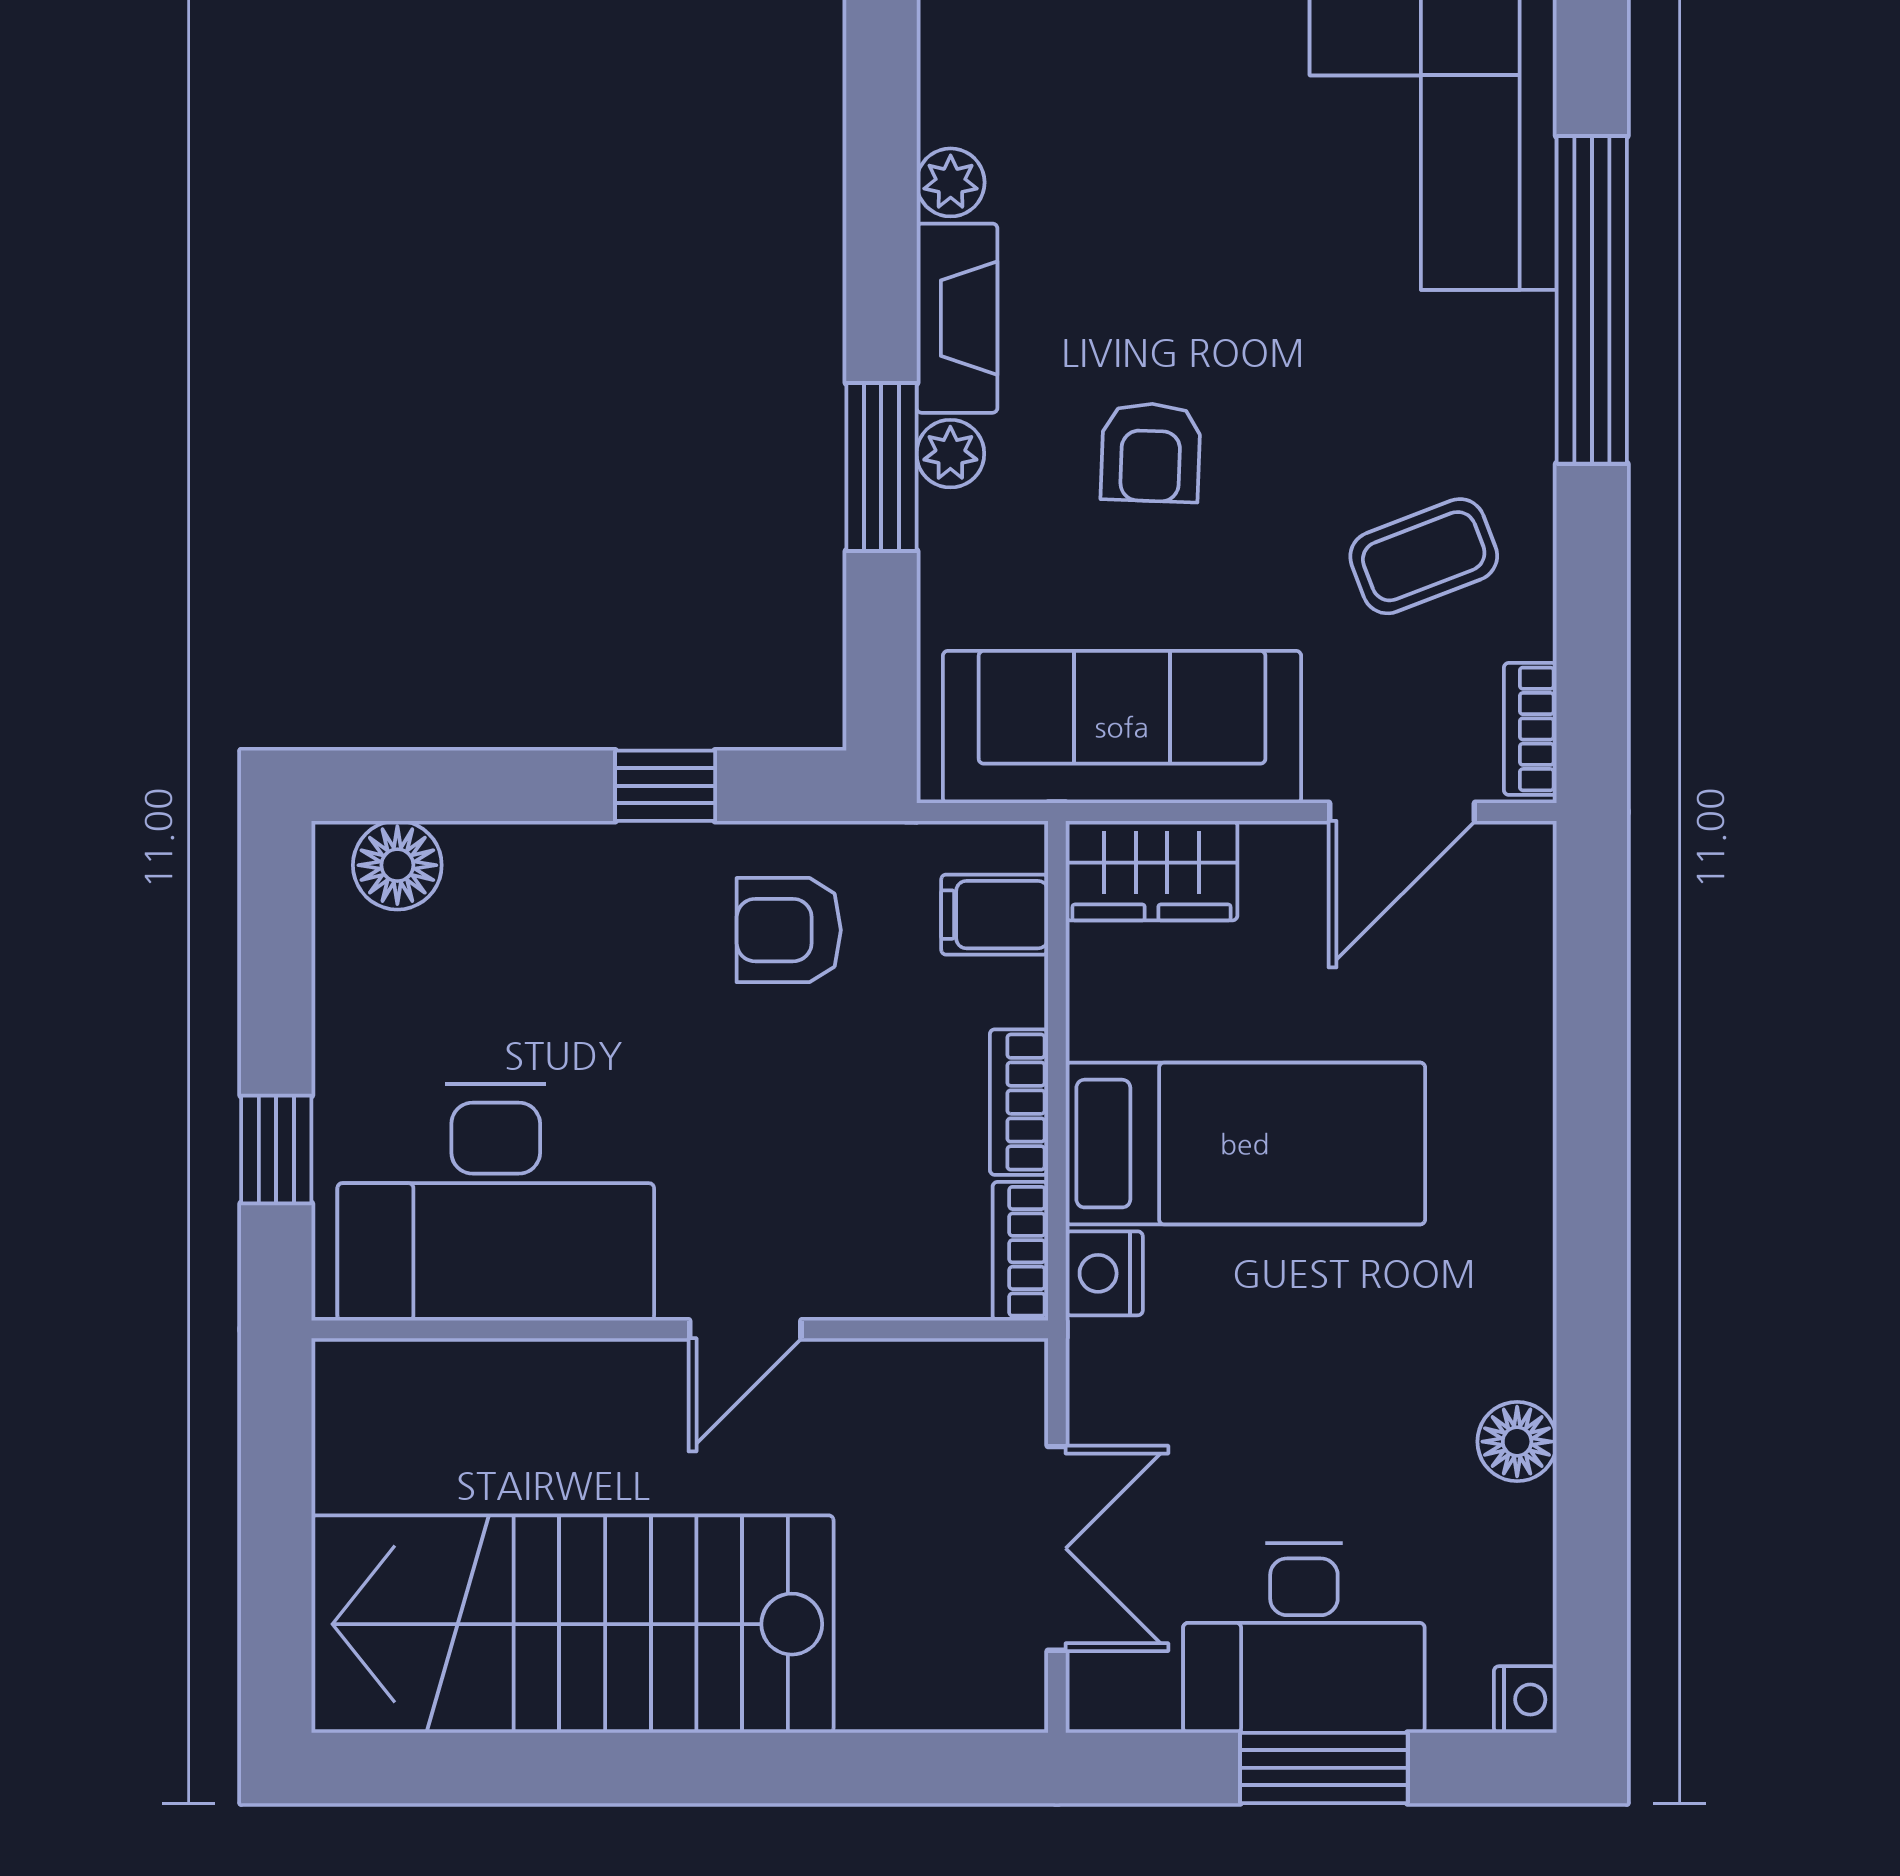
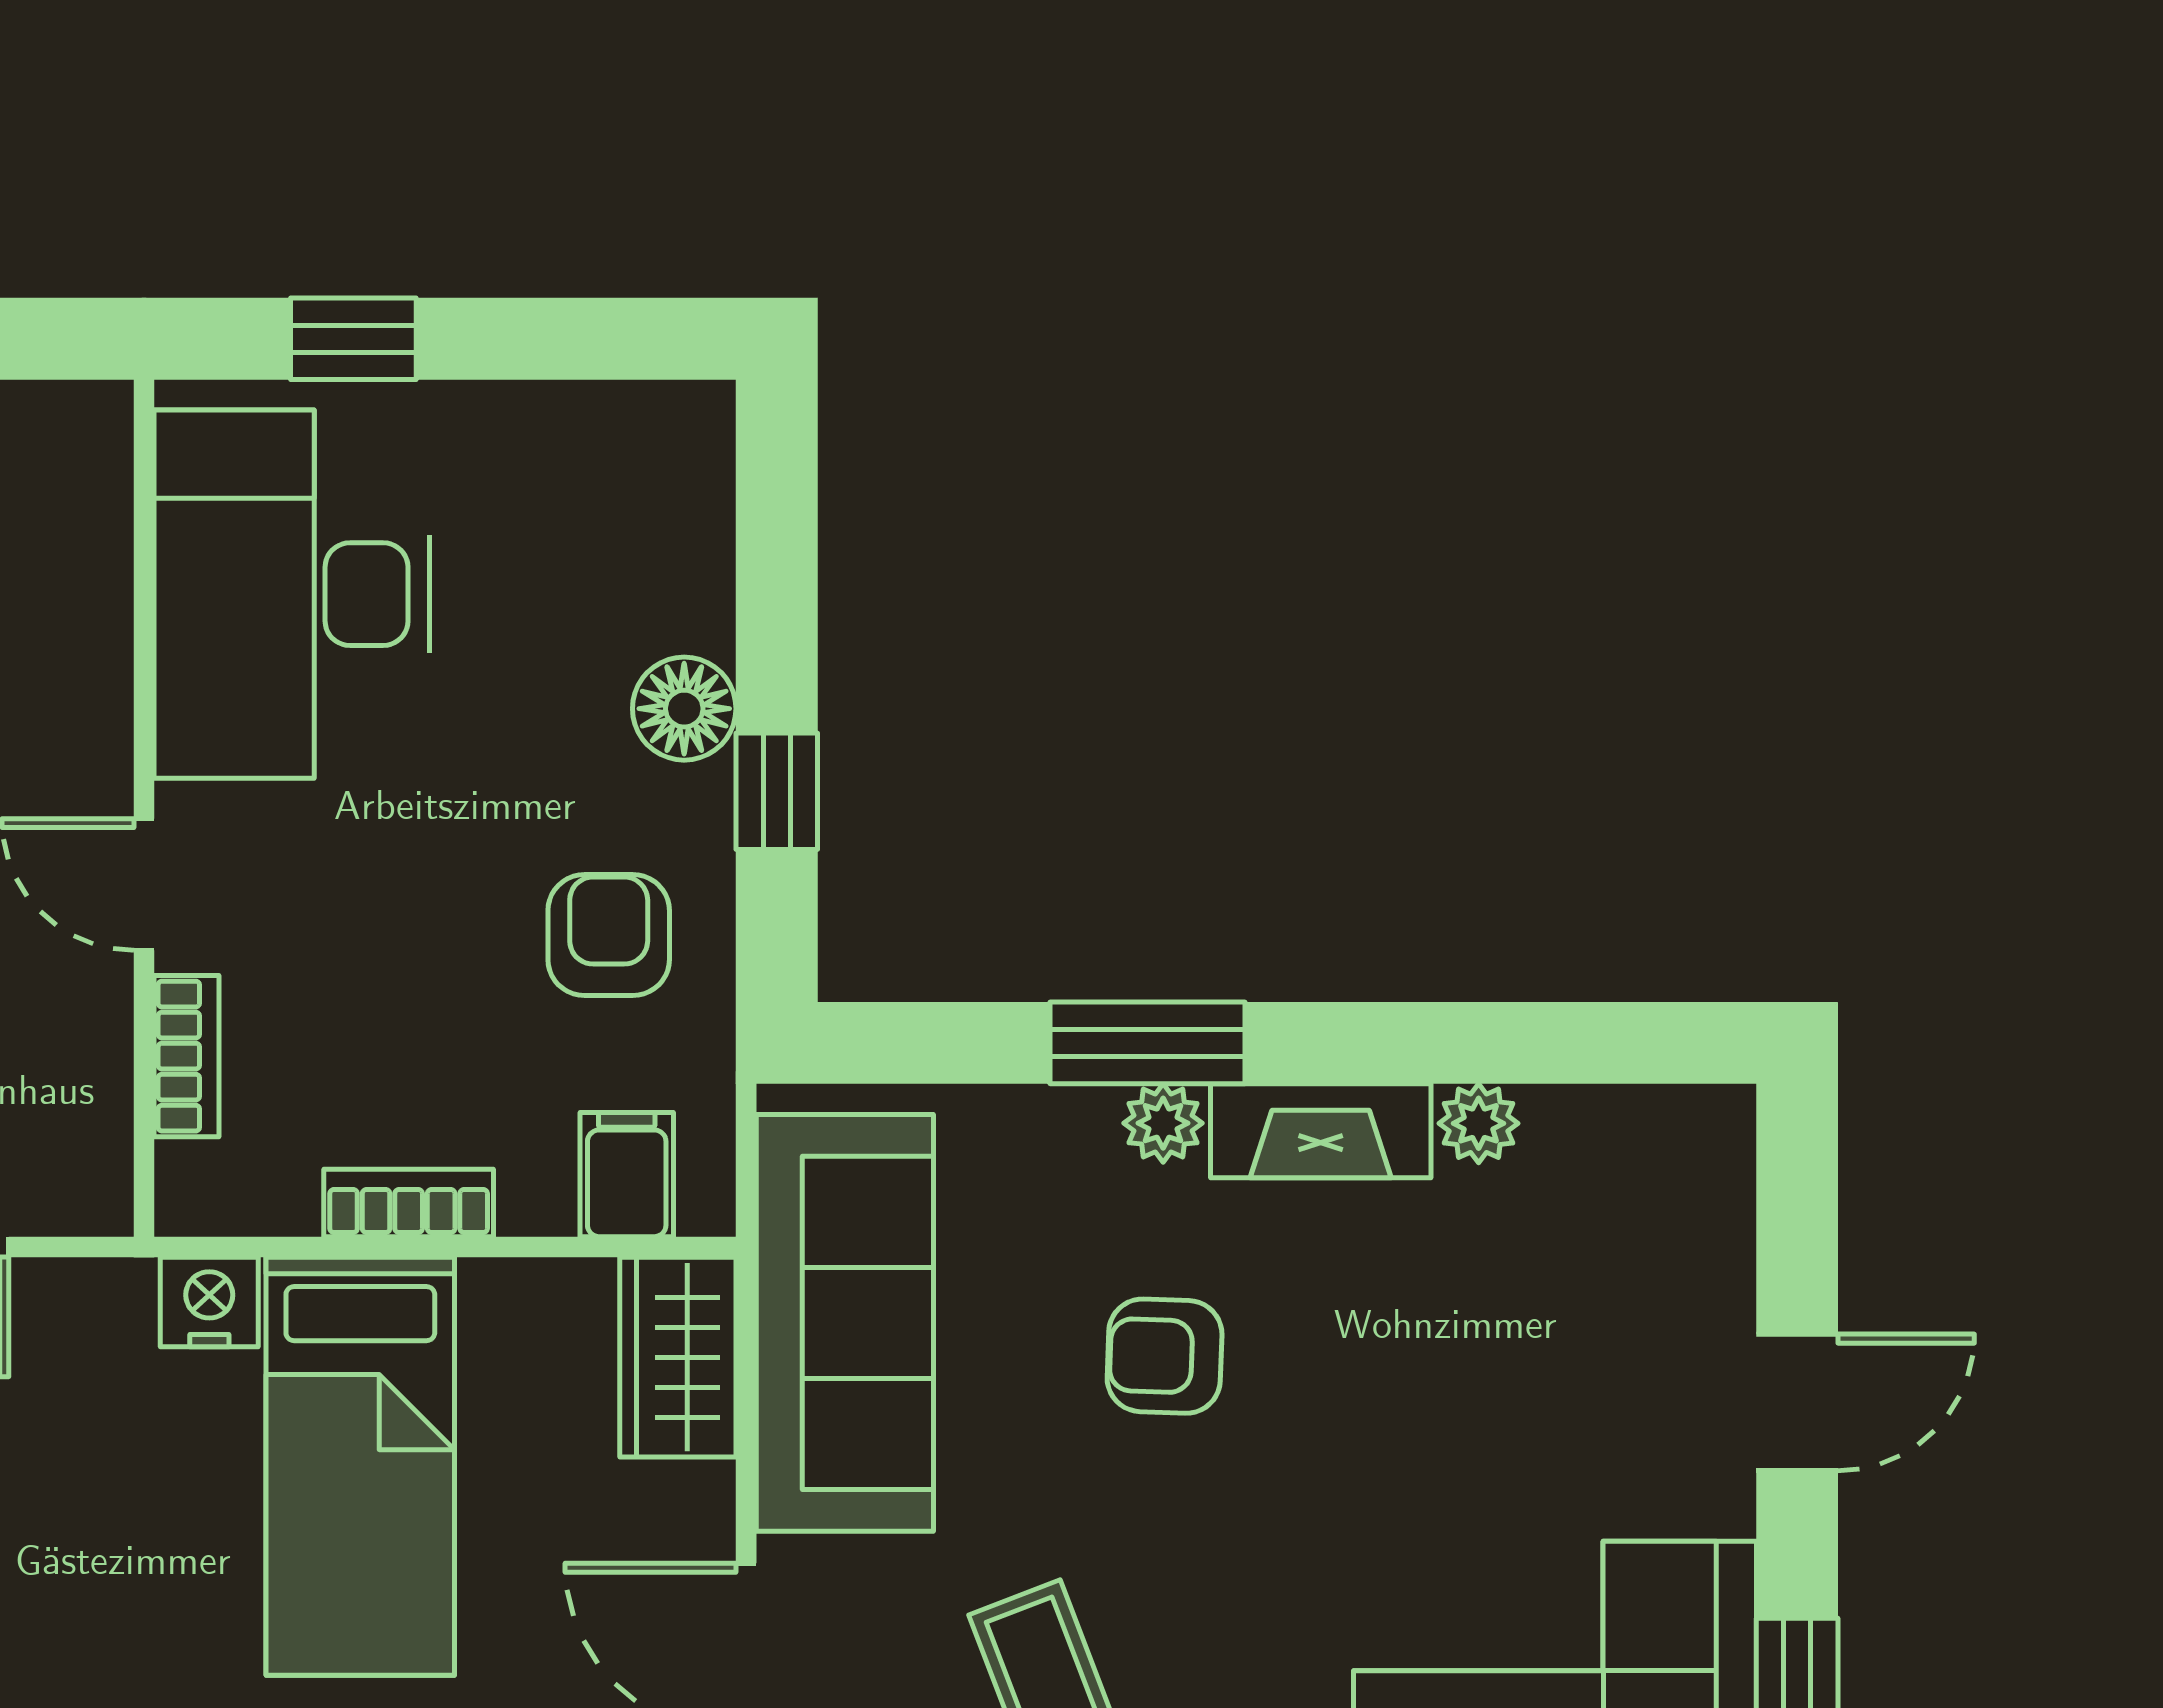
floor lamp: (397, 865) -> (684, 709), moved
bookcase: (1020, 1251) -> (187, 1056), moved, turned 90

